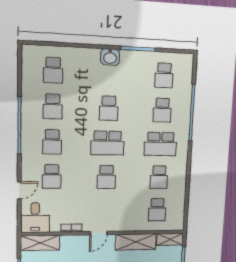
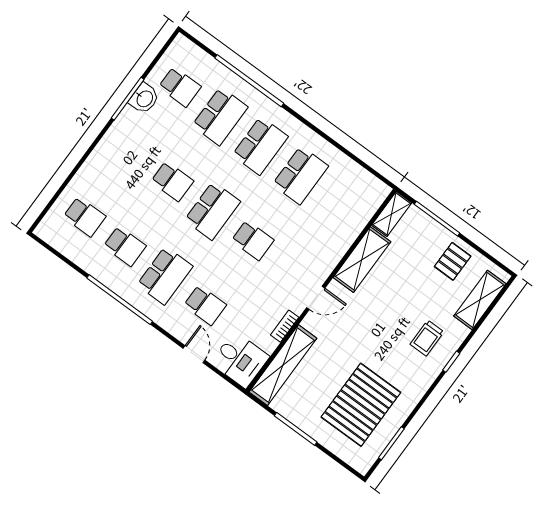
washbasin: (110, 57) -> (144, 98), moved
school desk: (162, 110) -> (220, 116), width x1.85
school desk: (52, 142) -> (165, 276), width x1.85
school desk: (159, 177) -> (300, 175), width x1.85
school desk: (157, 210) -> (340, 205), removed
door: (99, 233) -> (316, 298), hinge flipped
shelving: (40, 243) -> (283, 365), width x1.47

